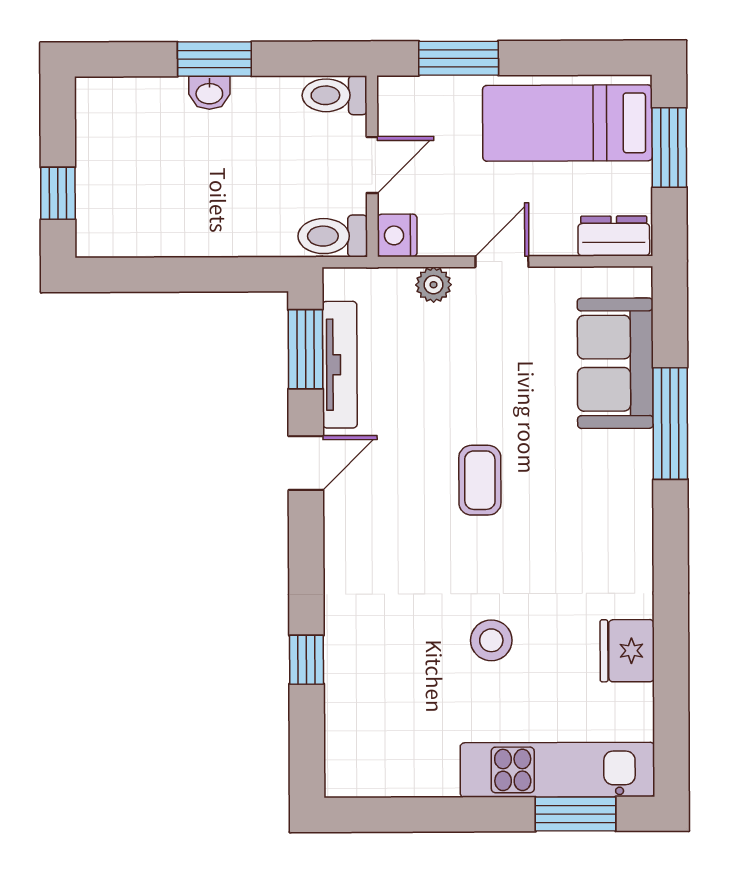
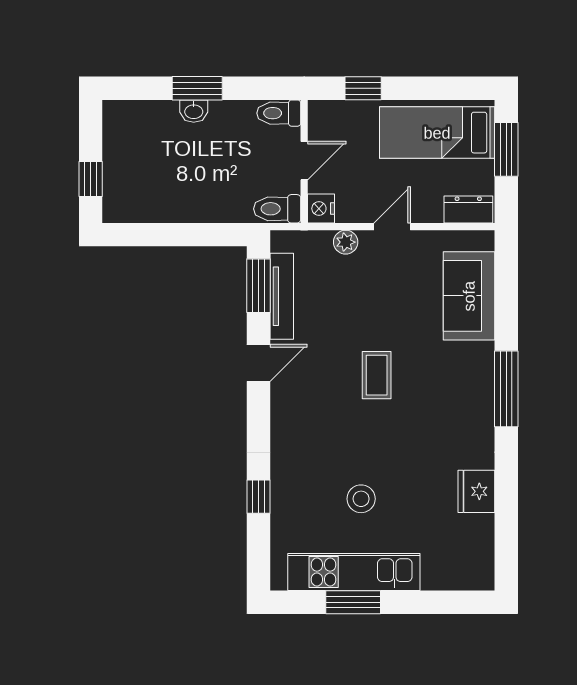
window: (459, 58) -> (363, 88), width x0.67
window: (670, 424) -> (506, 389), moved
stool: (491, 640) -> (361, 499), moved
kitchen unit: (557, 770) -> (354, 572), moved
window: (576, 814) -> (353, 602), moved

